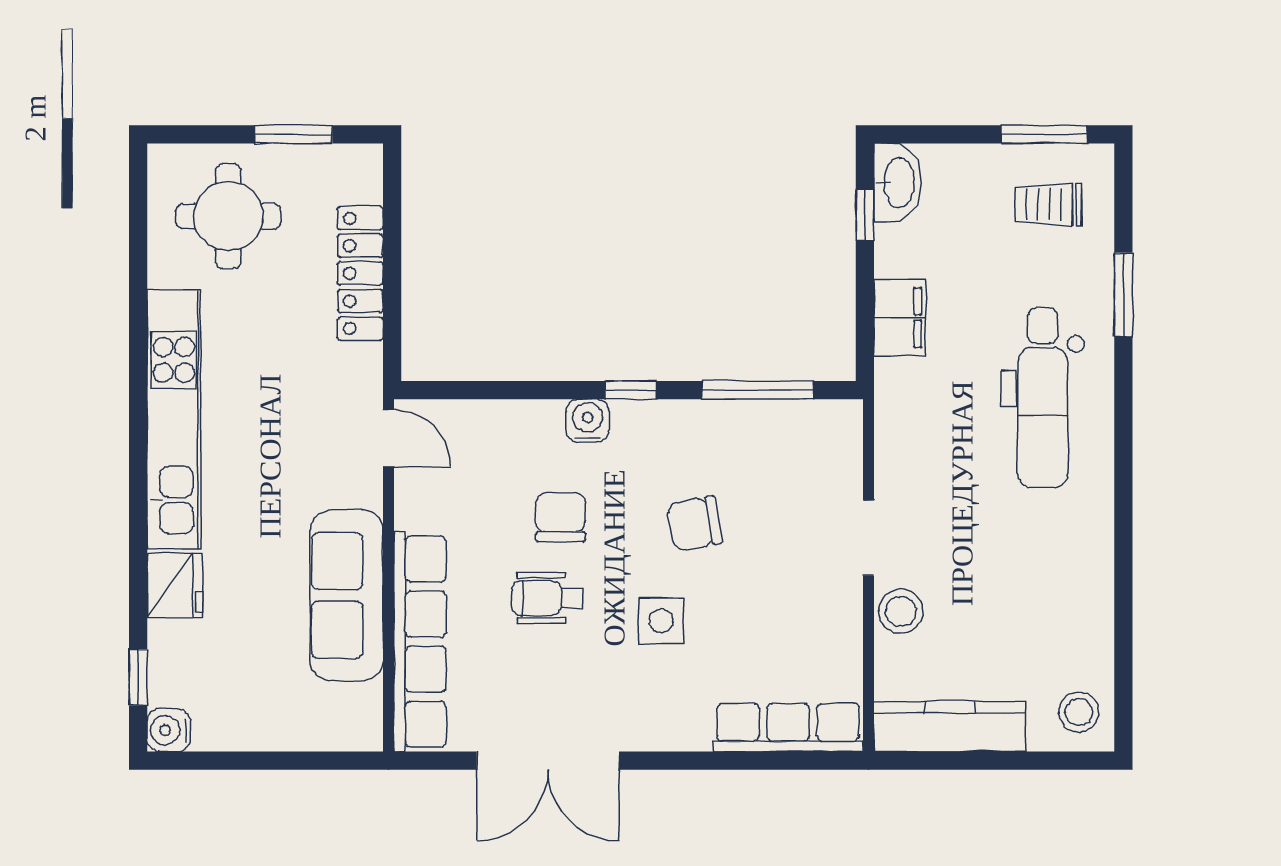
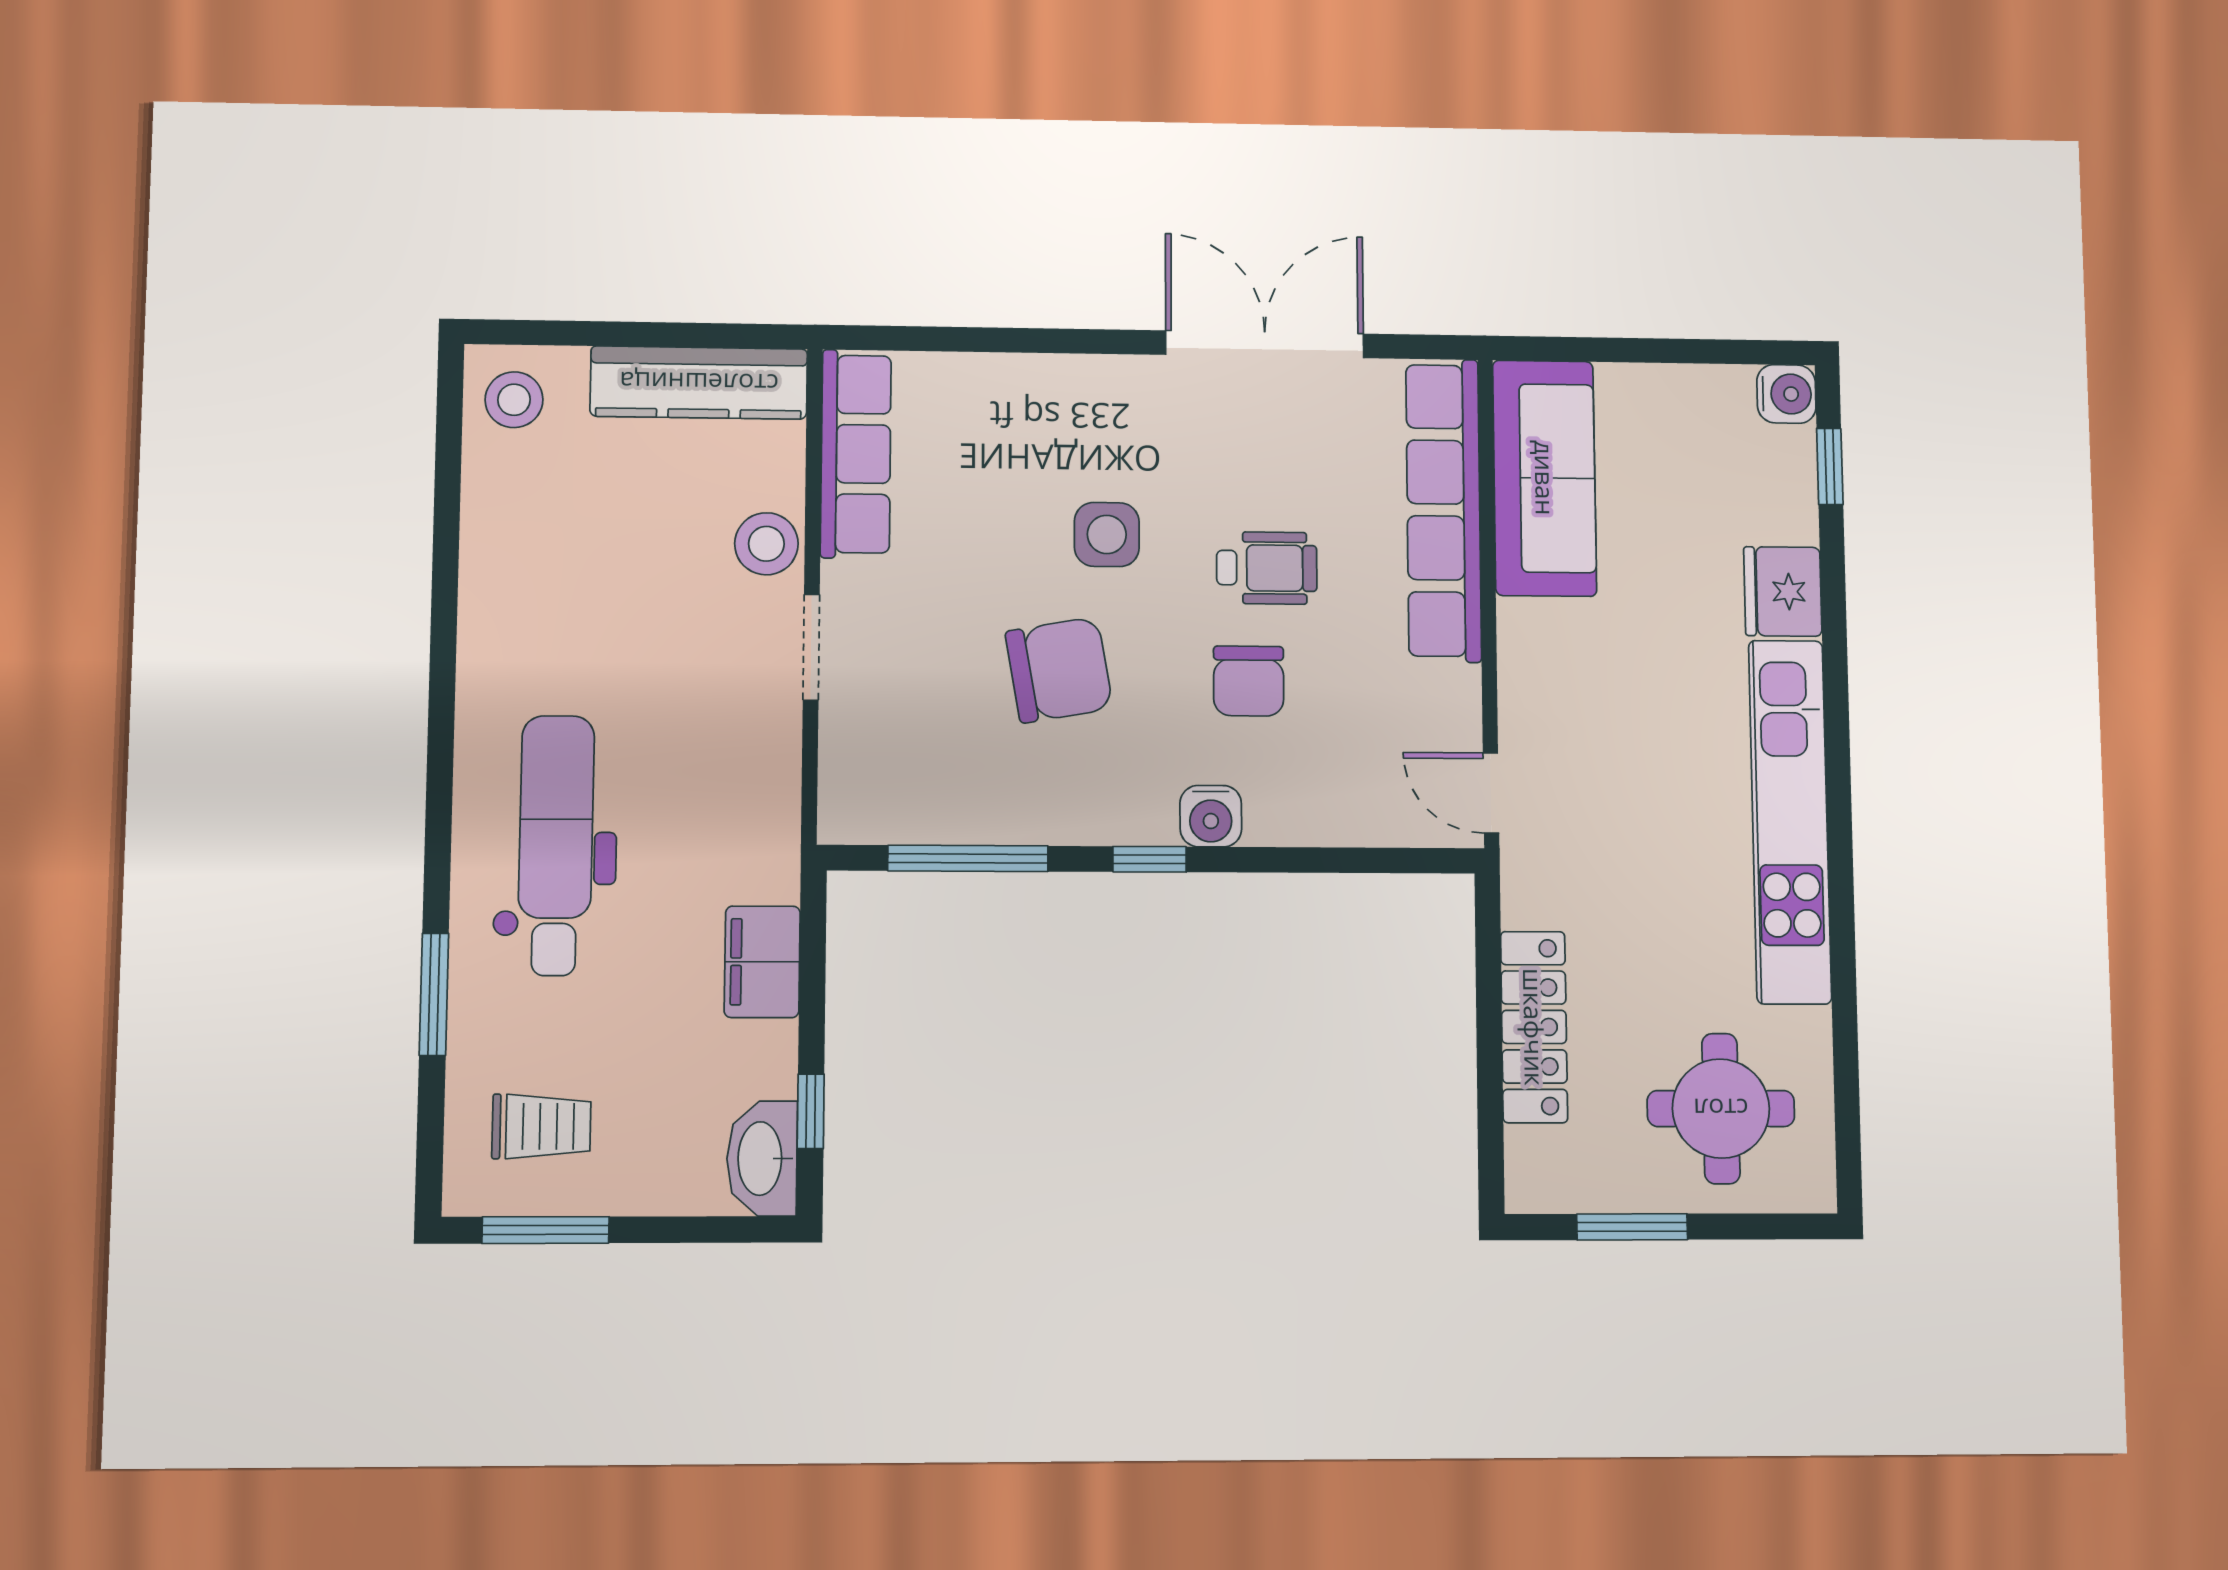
chair: (695, 524) -> (1059, 670), width x1.37, depth x1.37
sofa: (347, 595) -> (1545, 478), moved
row of seats: (788, 727) -> (856, 454), moved, turned -90

